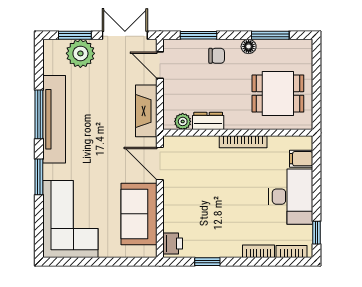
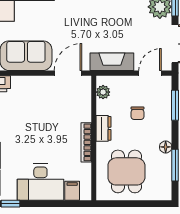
chair: (217, 56) -> (137, 113), moved
dresser: (208, 121) -> (104, 128), moved

